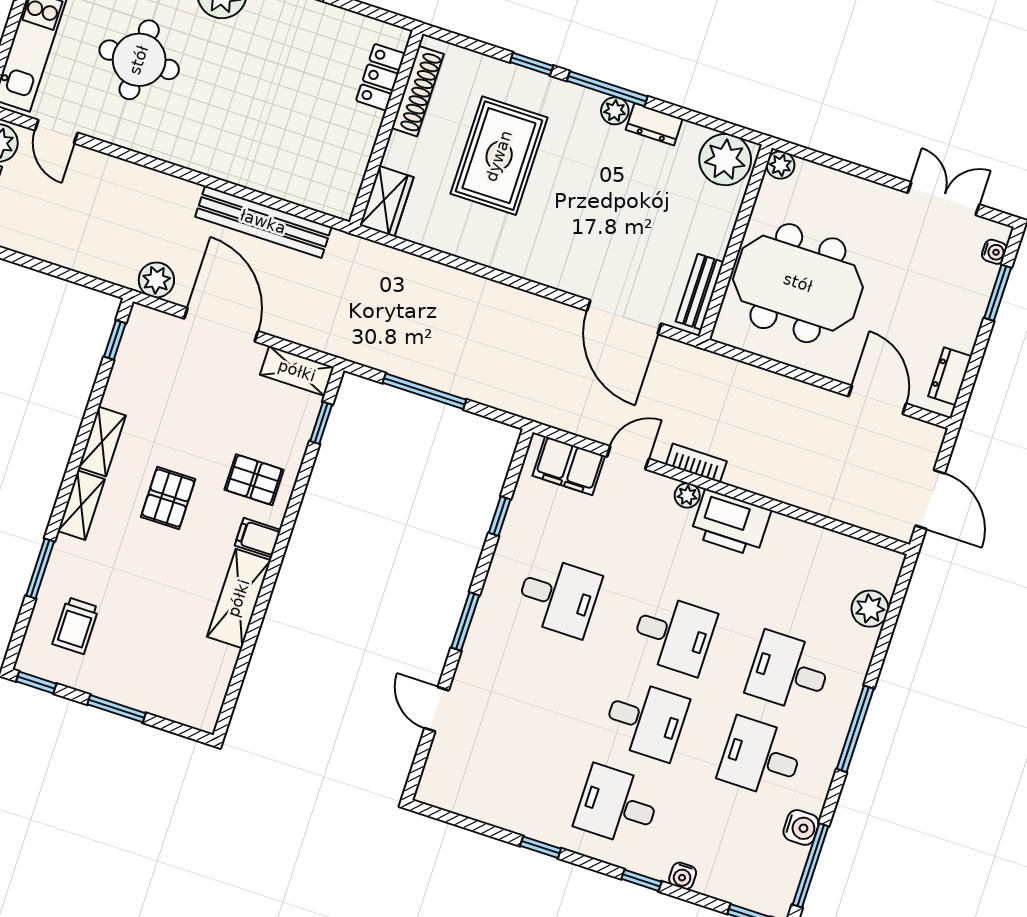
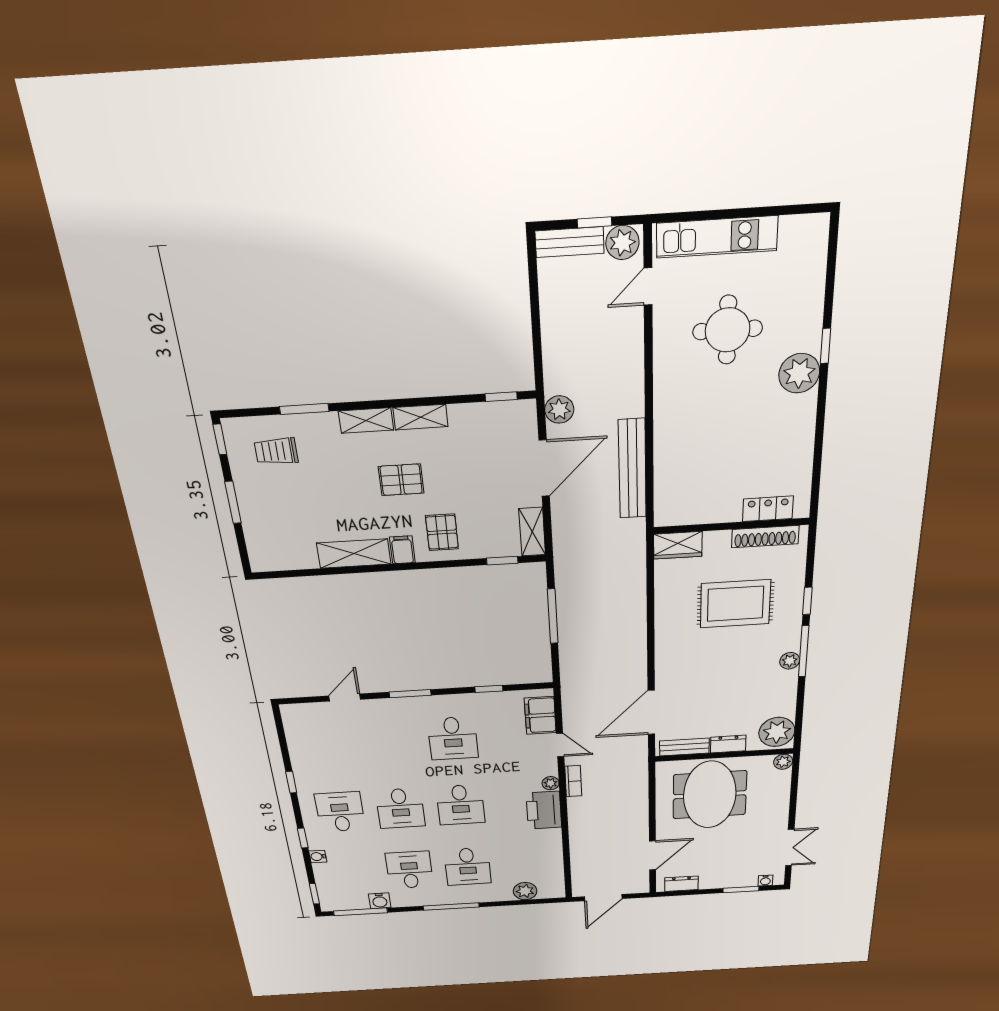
dresser: (654, 124) -> (728, 744), moved, turned 90
desk: (789, 672) -> (468, 867), turned 180

